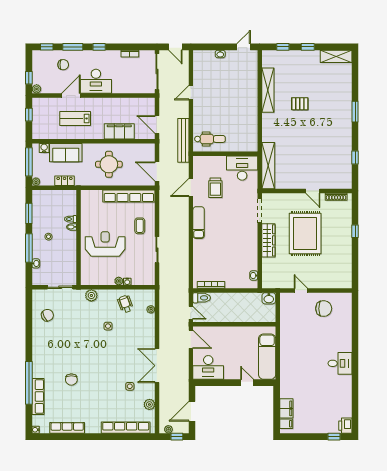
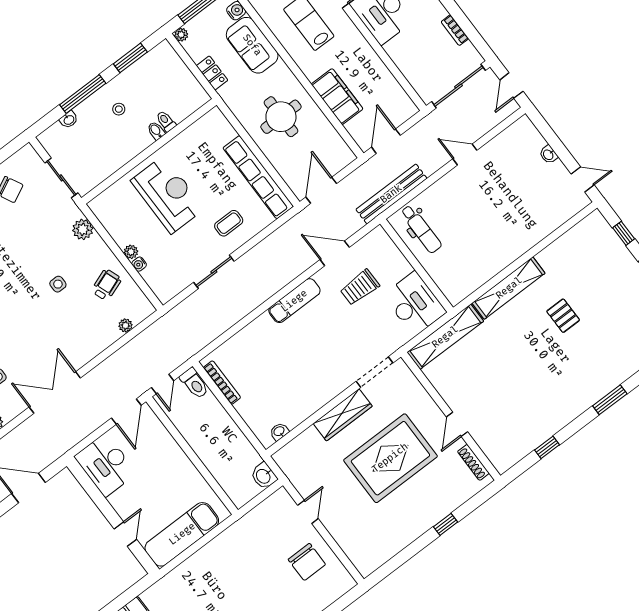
shelving: (268, 90) -> (509, 288), moved

